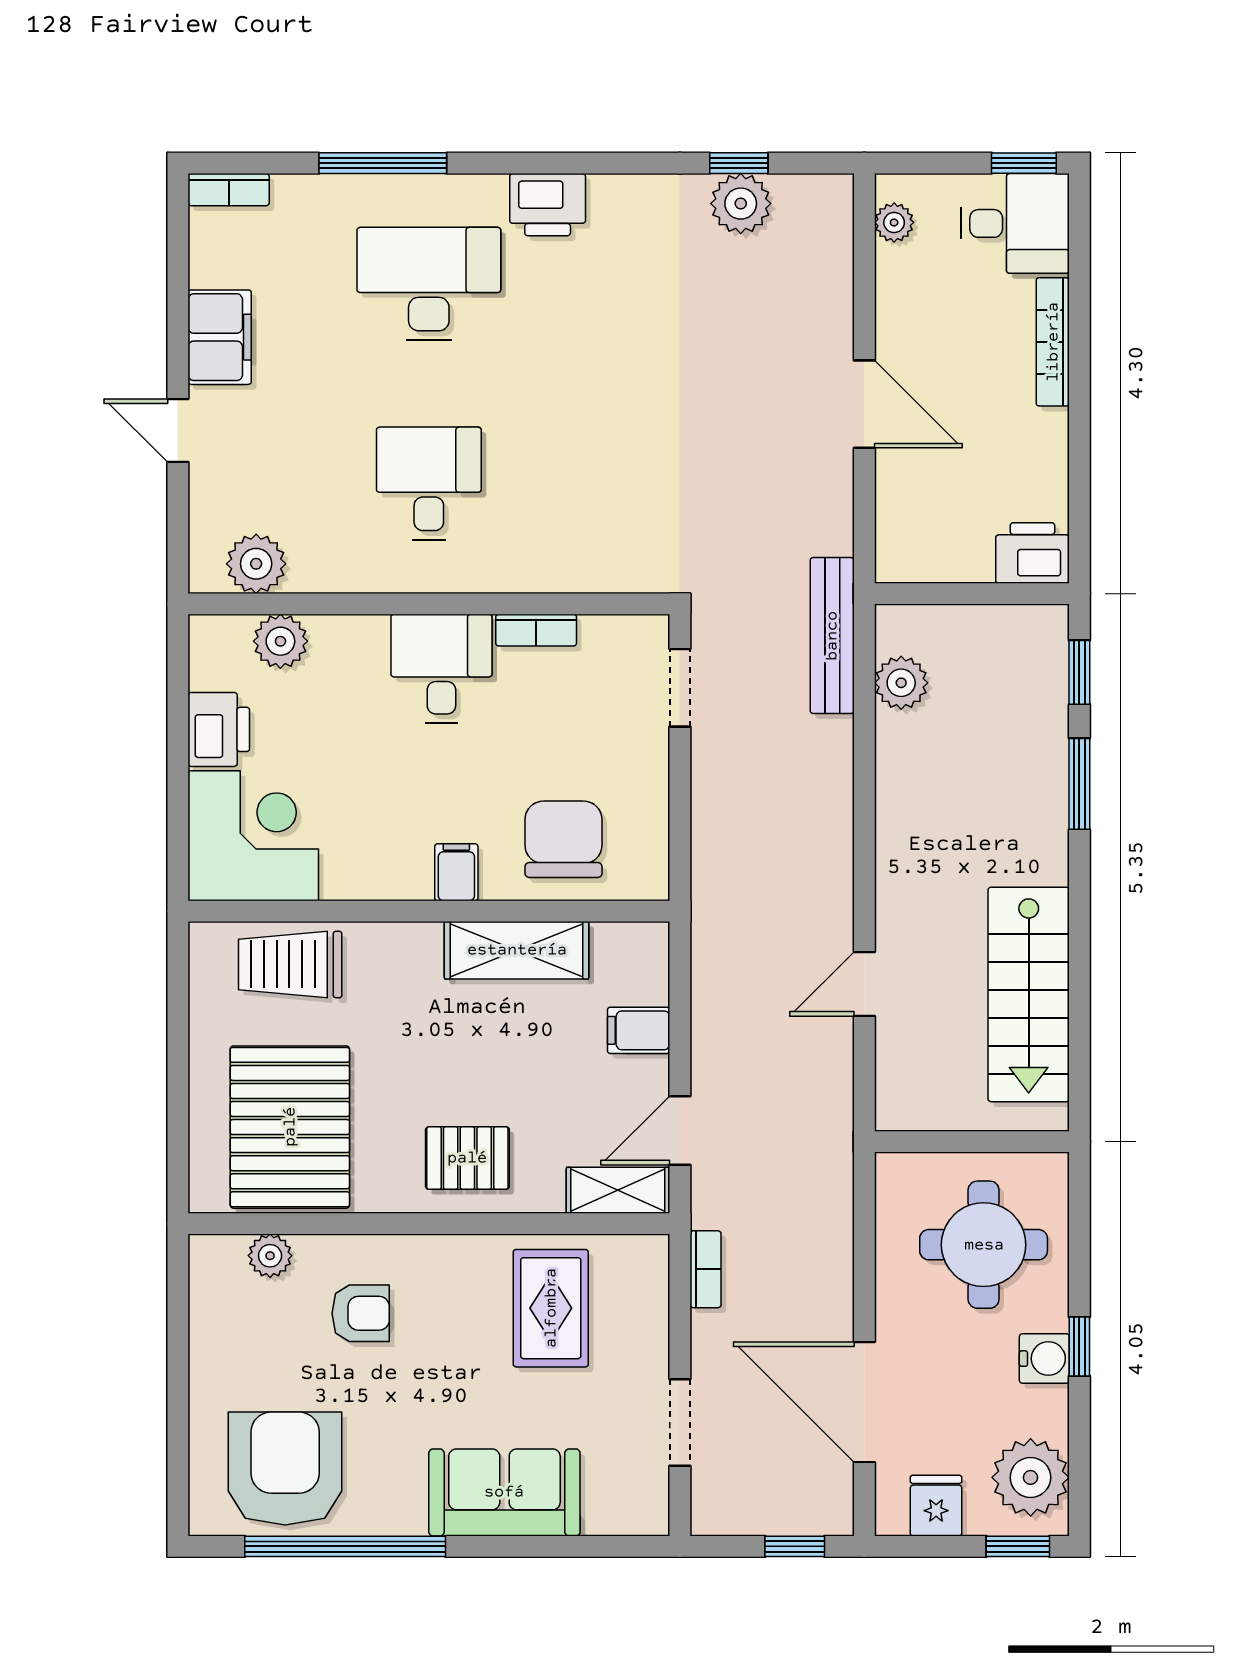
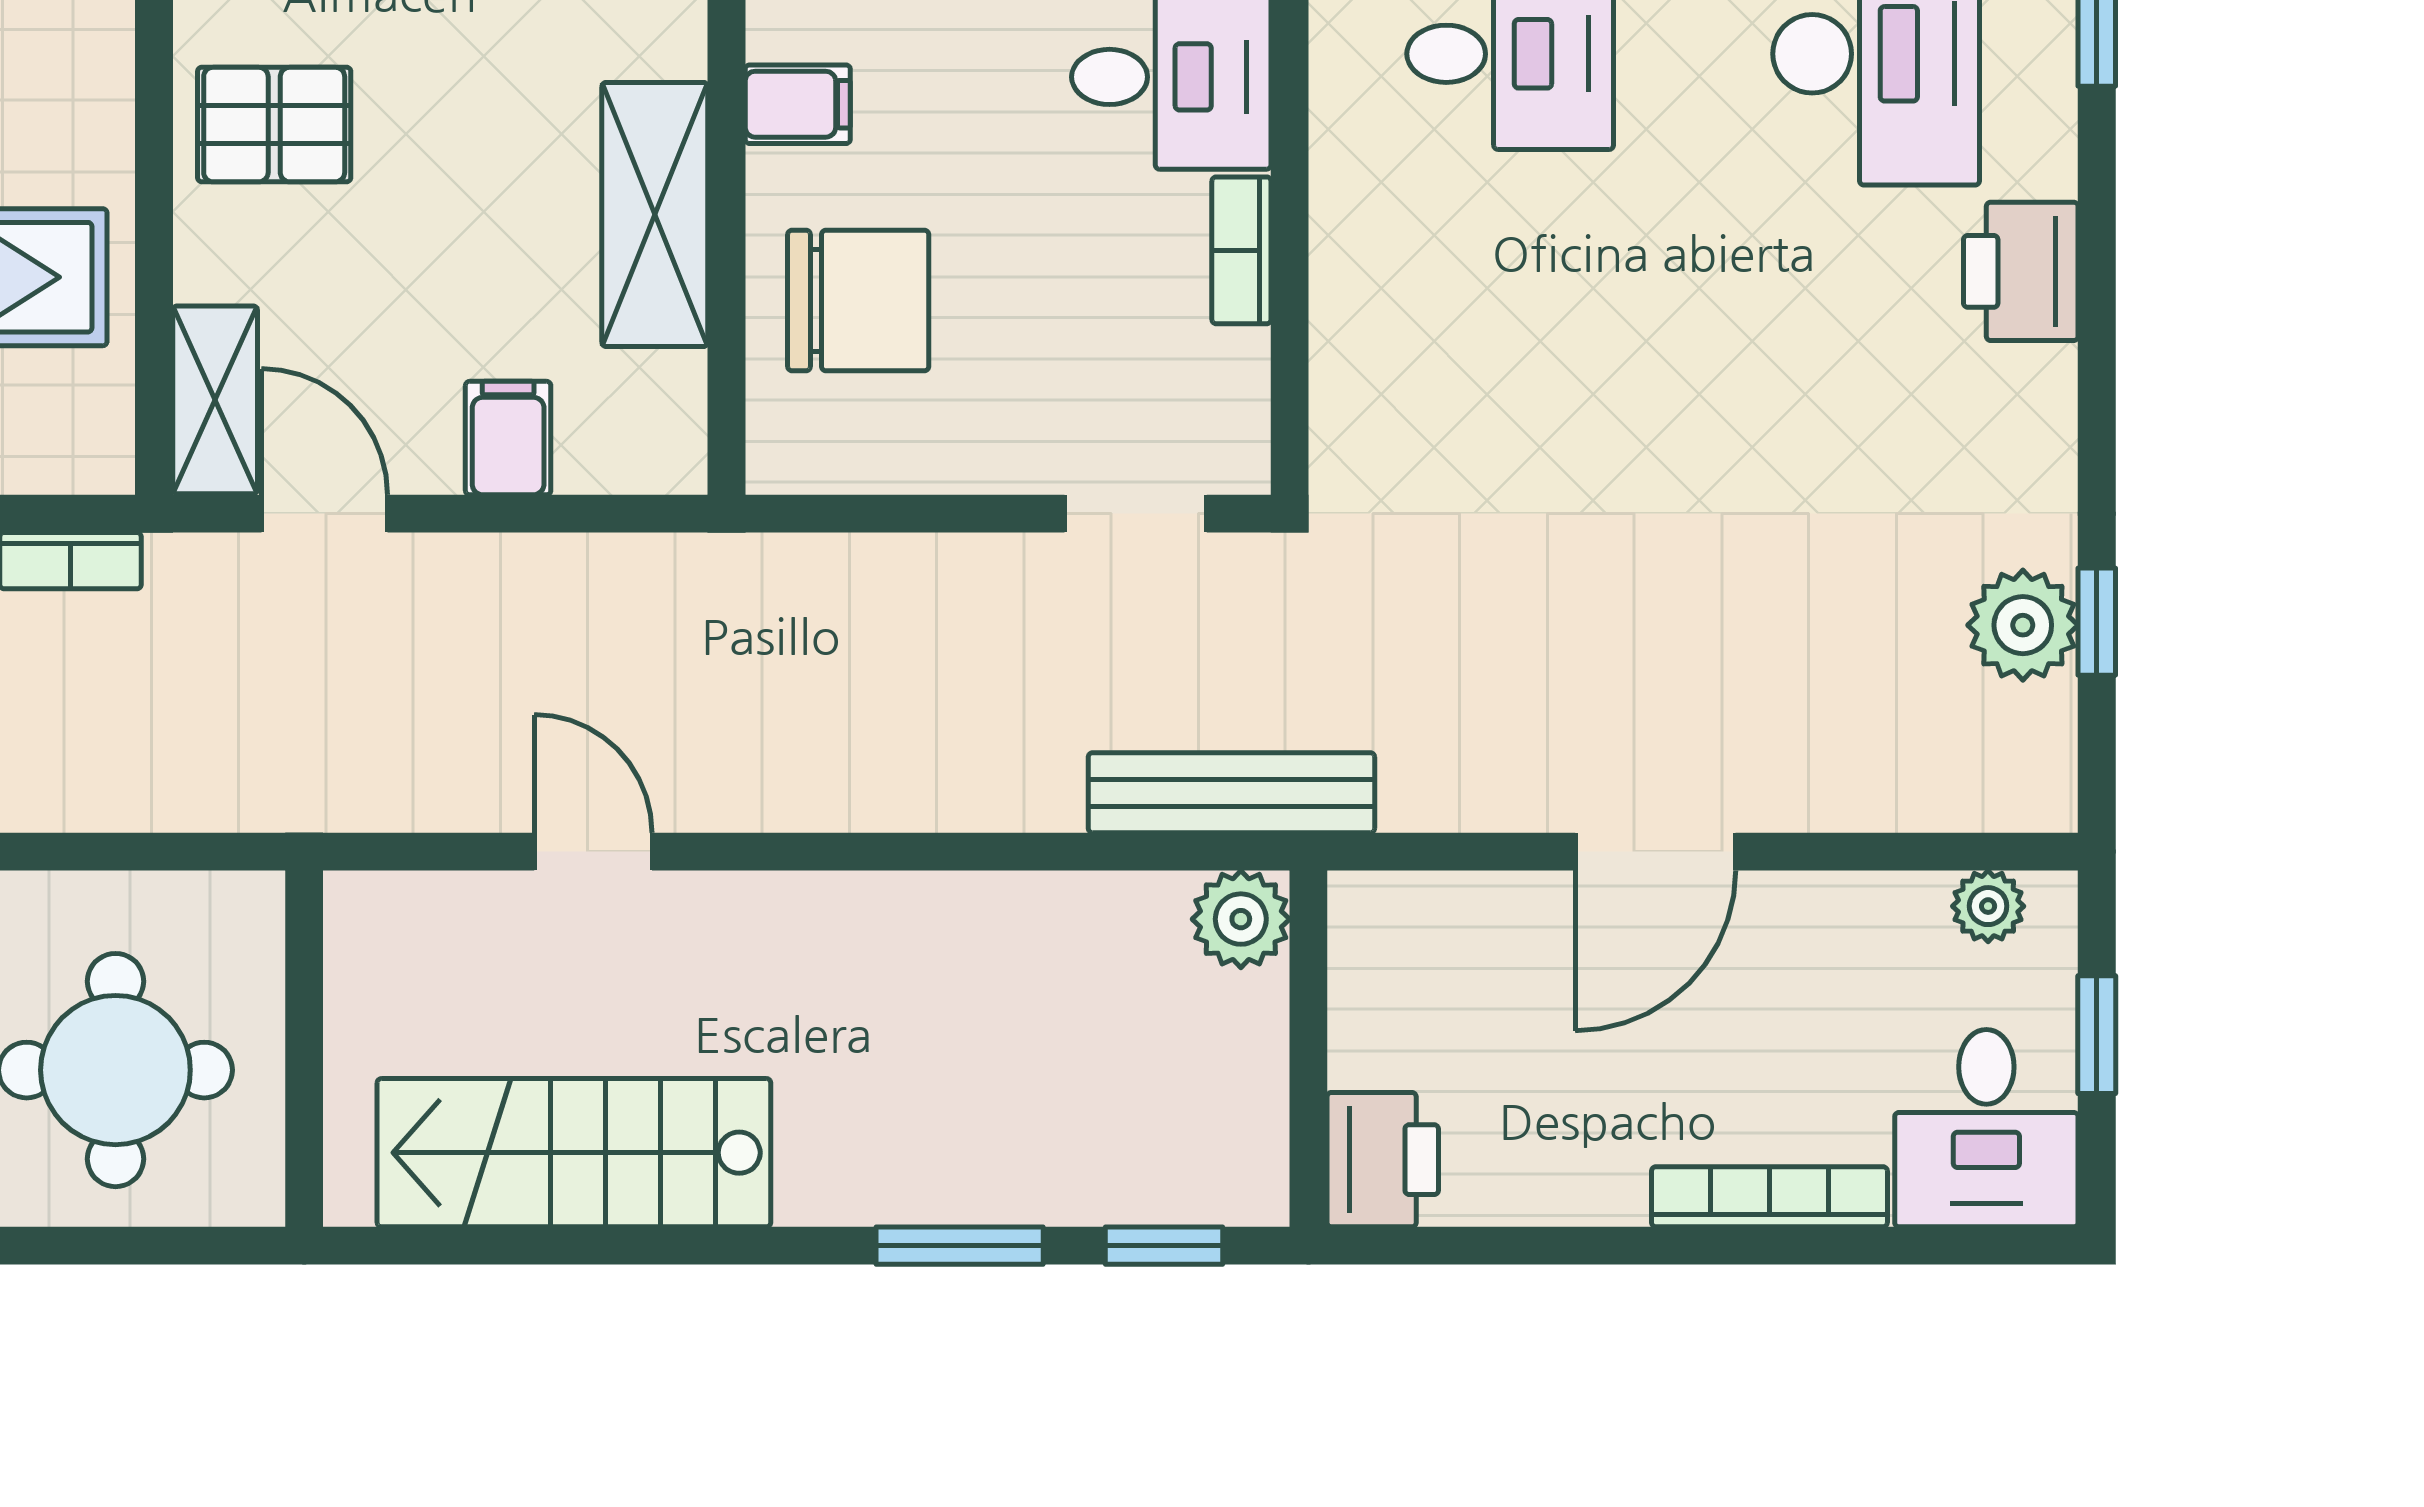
window: (1024, 163) -> (2097, 1035), moved
plant: (901, 683) -> (1241, 919), moved
pallet: (467, 1158) -> (274, 125), turned 90

